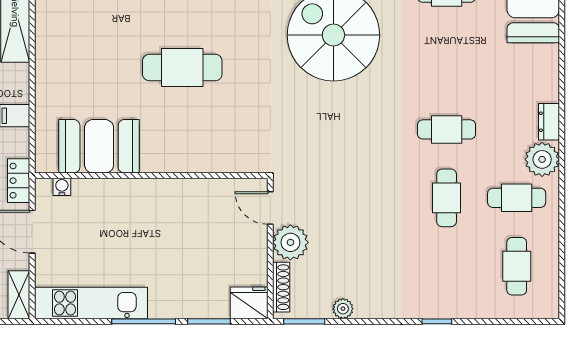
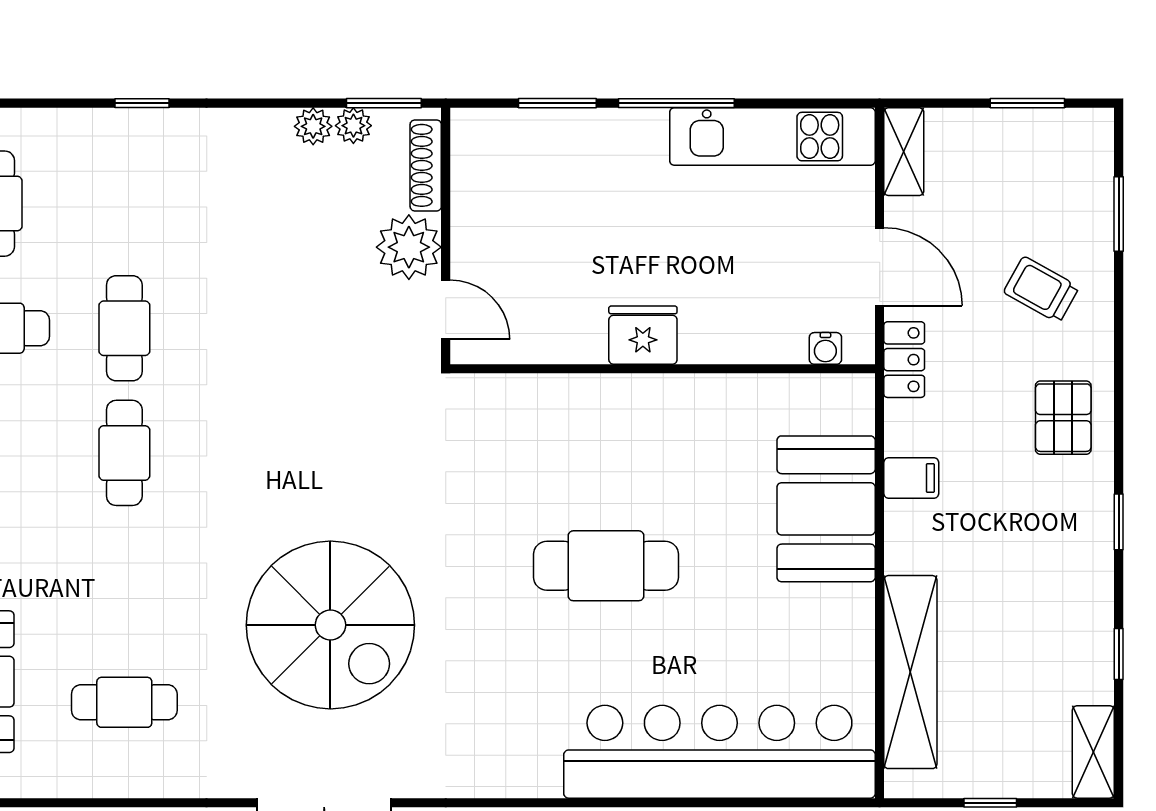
cafe table: (447, 129) -> (124, 453), turned 90
booth: (99, 146) -> (826, 509), moved, turned 90
fridge: (249, 303) -> (643, 335), moved, turned 180
plant: (321, 309) -> (353, 126), added

